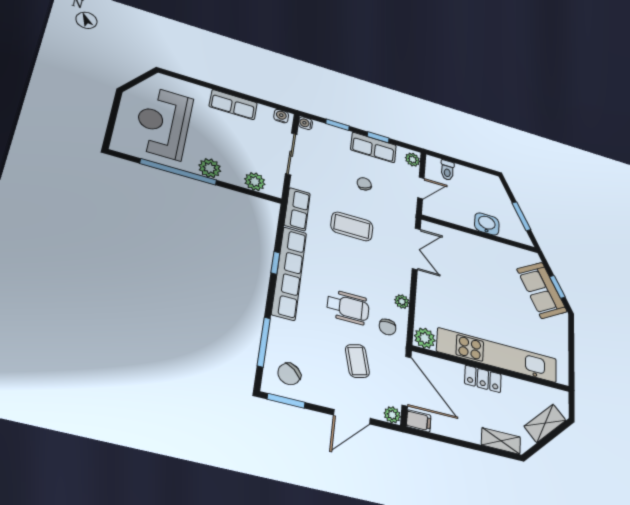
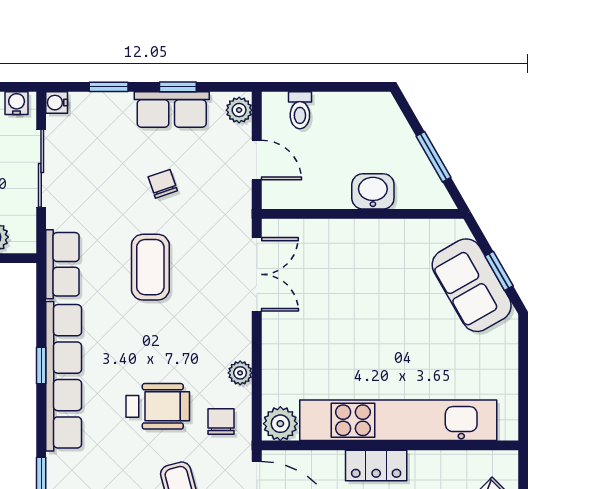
door: (421, 188) -> (257, 160), hinge flipped
coffee table: (352, 226) -> (150, 267), turned 90
chair: (388, 327) -> (221, 422), turned 180

